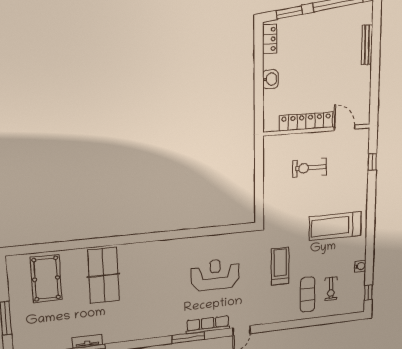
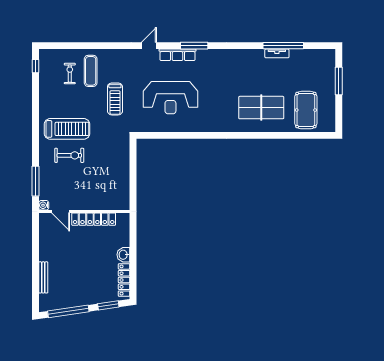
locker: (270, 39) -> (124, 280), width x1.53
window: (372, 162) -> (36, 181), width x2.17
exercise bike: (310, 168) -> (69, 155), moved
water cooler: (360, 266) -> (44, 205), moved
table tennis table: (104, 275) -> (261, 108), turned 90
reception desk: (215, 275) -> (170, 98), width x1.36, depth x1.30

